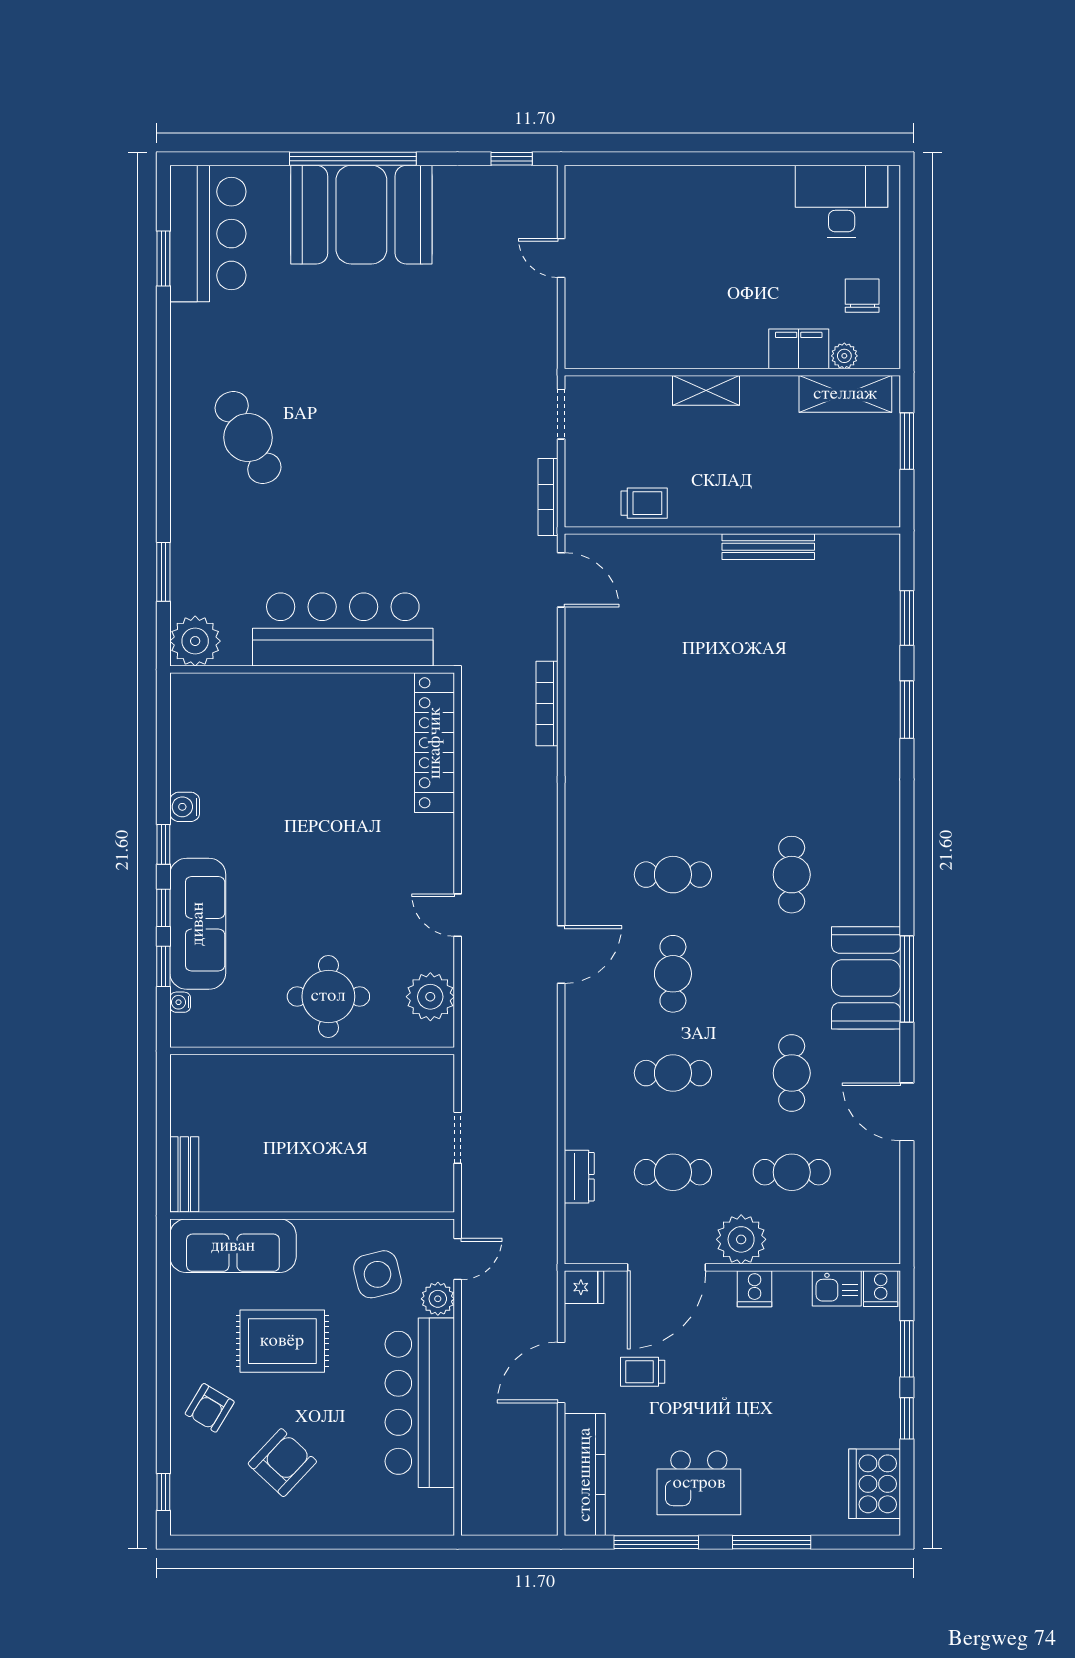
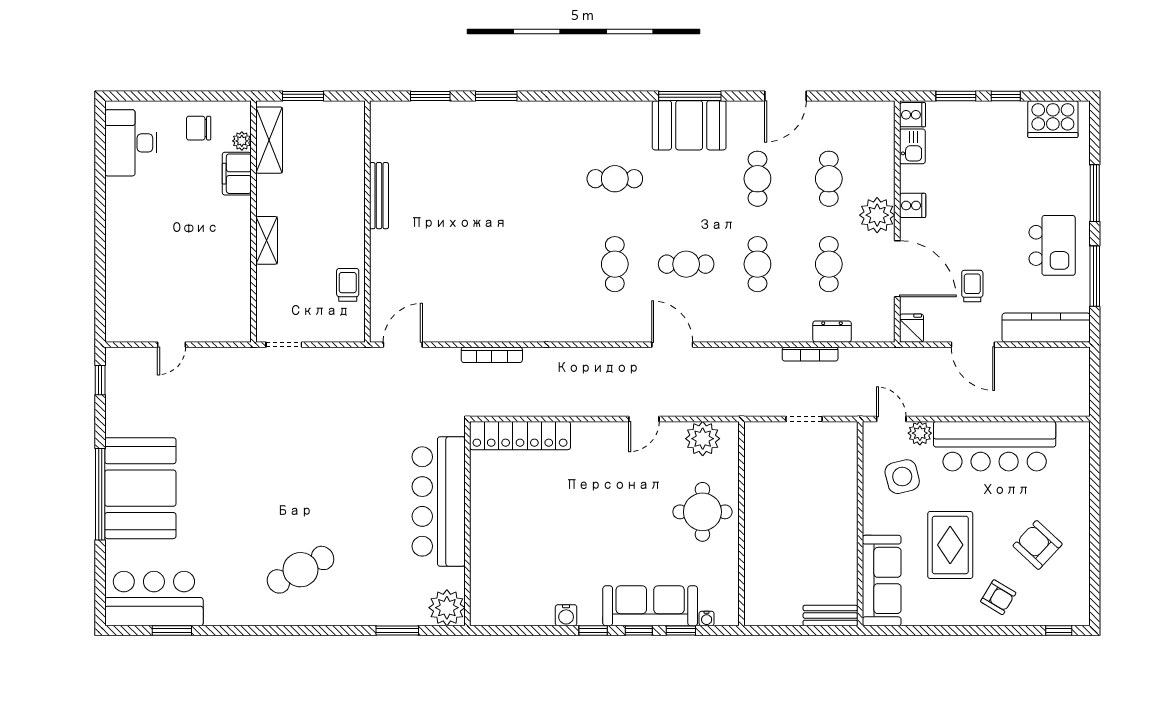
bookcase: (548, 497) -> (810, 354), moved
cafe table: (792, 1073) -> (757, 179), turned 90
trolley: (643, 1372) -> (972, 286), turned 180

